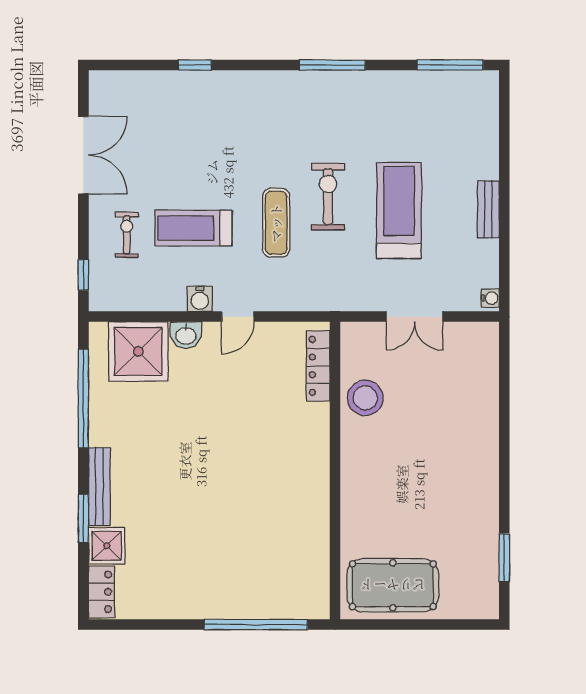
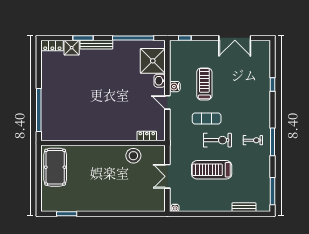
bench: (488, 209) -> (244, 207), moved
treadmill: (399, 211) -> (212, 170), turned 180
exercise bike: (127, 235) -> (253, 140), moved
locker: (318, 366) -> (147, 136), width x0.66

